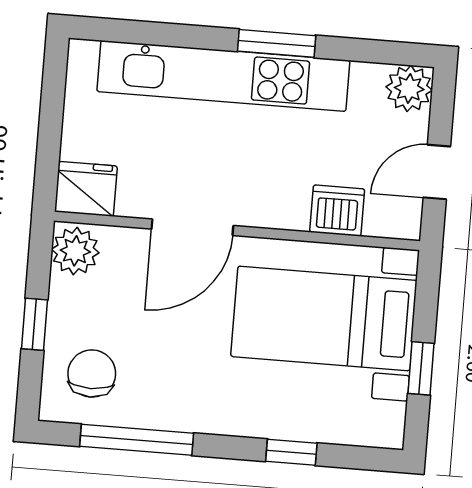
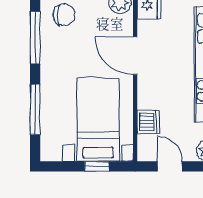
window: (421, 368) -> (97, 166), moved
window: (291, 452) -> (35, 110), width x2.17

